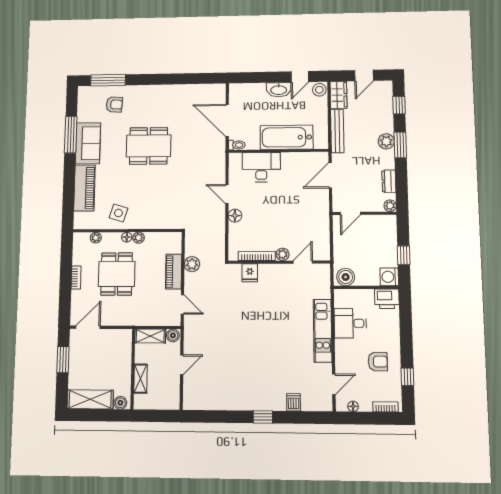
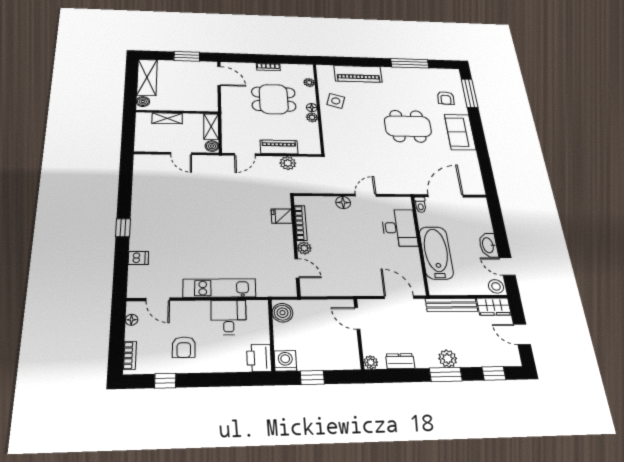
sofa: (88, 143) -> (460, 132), moved, turned 90
dining table: (149, 146) -> (408, 126), turned 90

